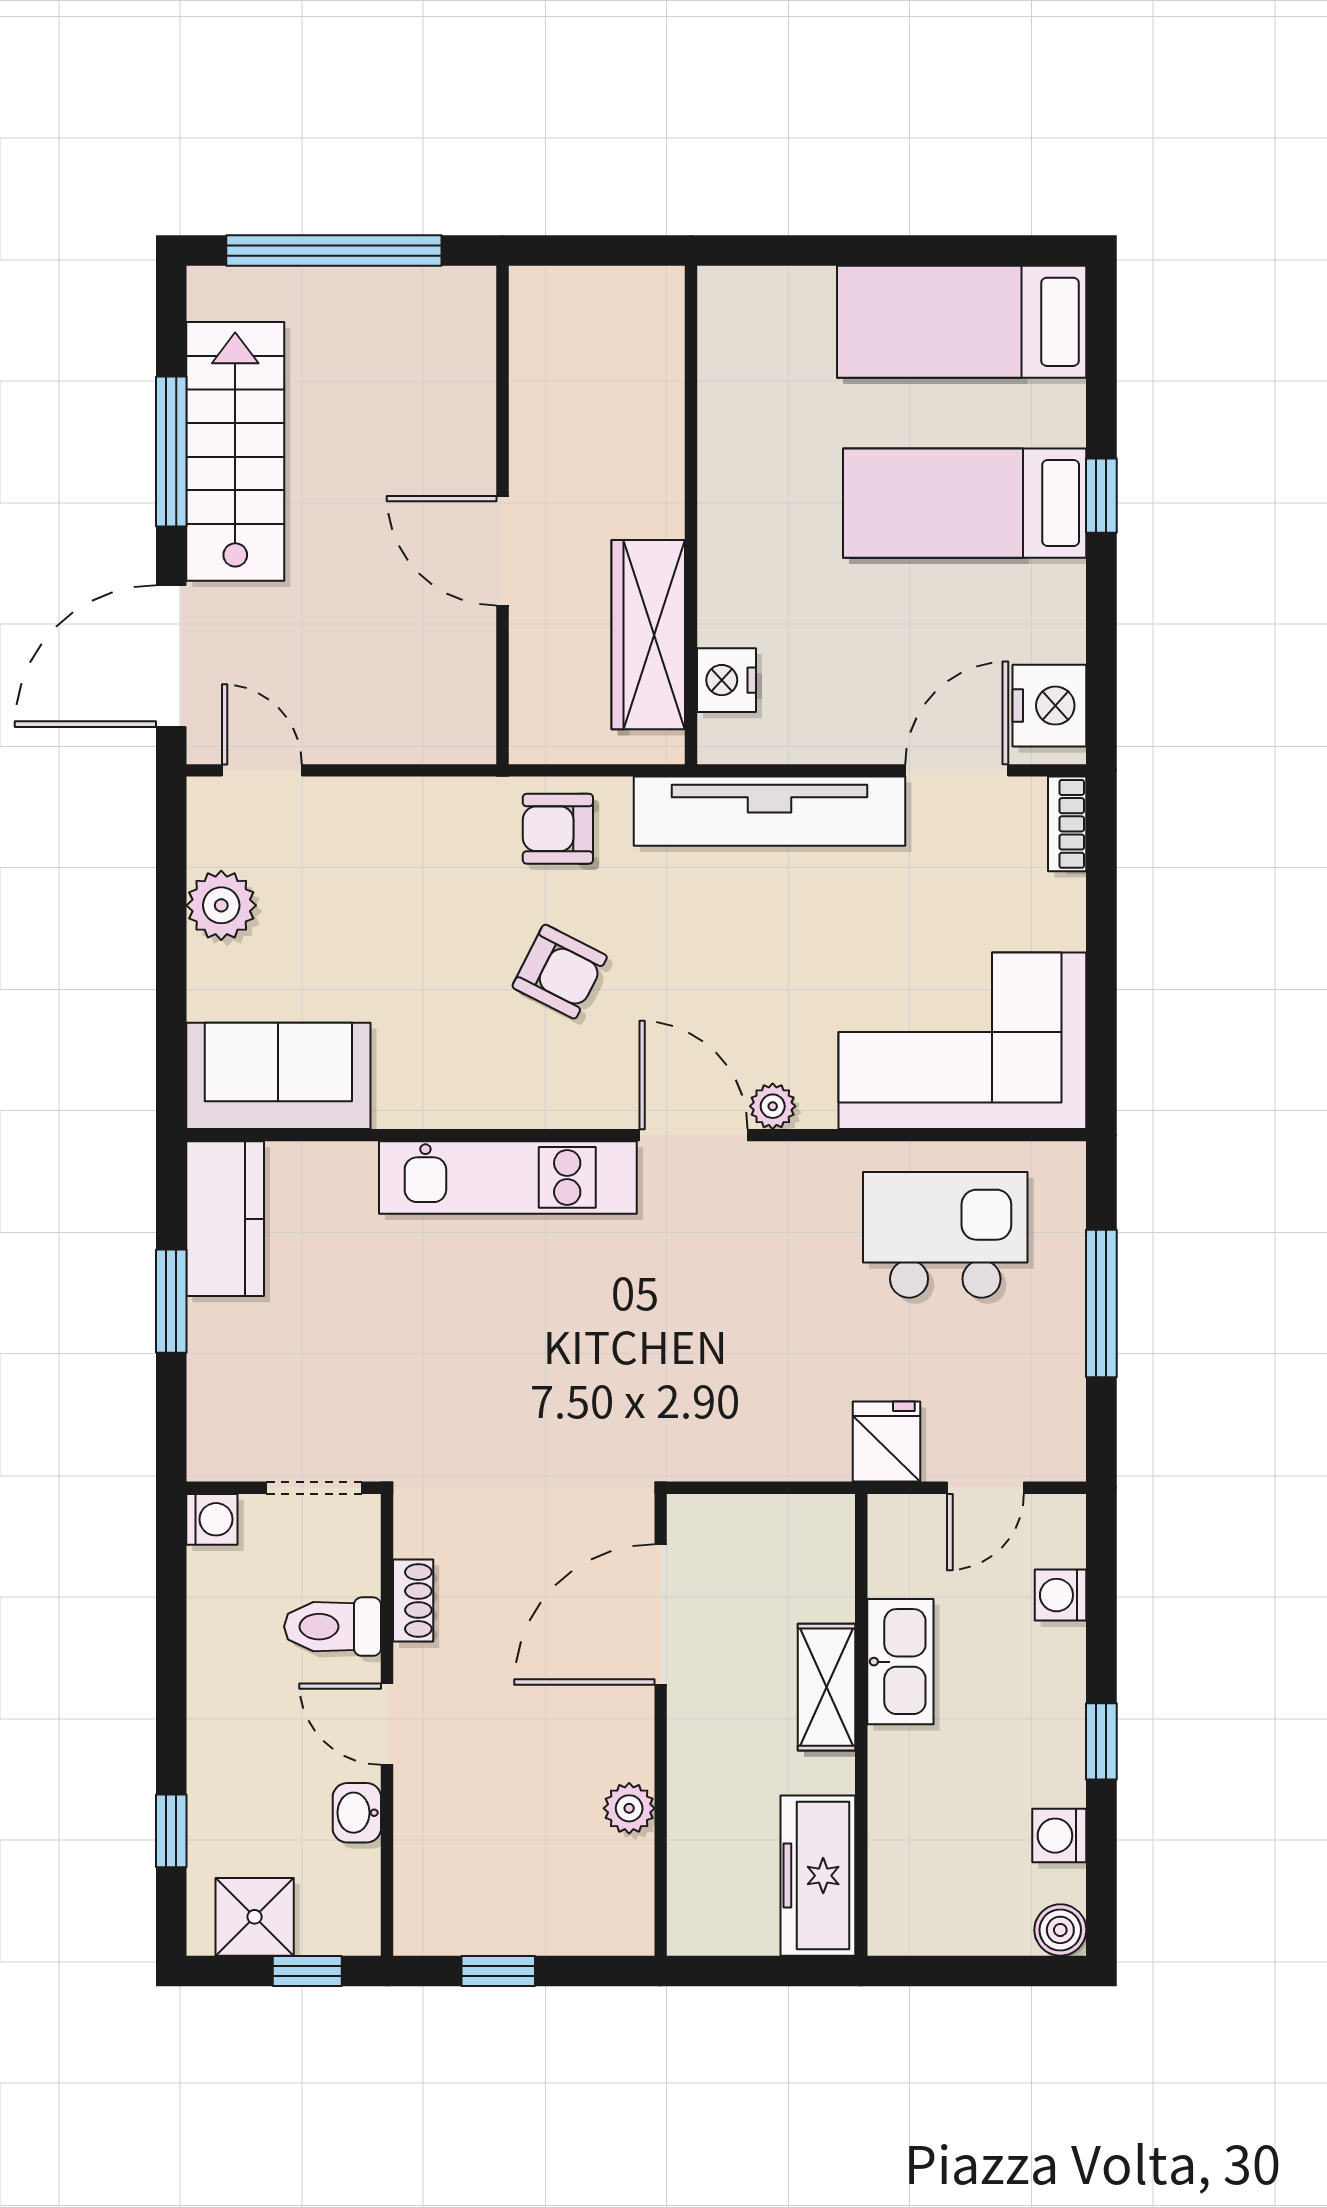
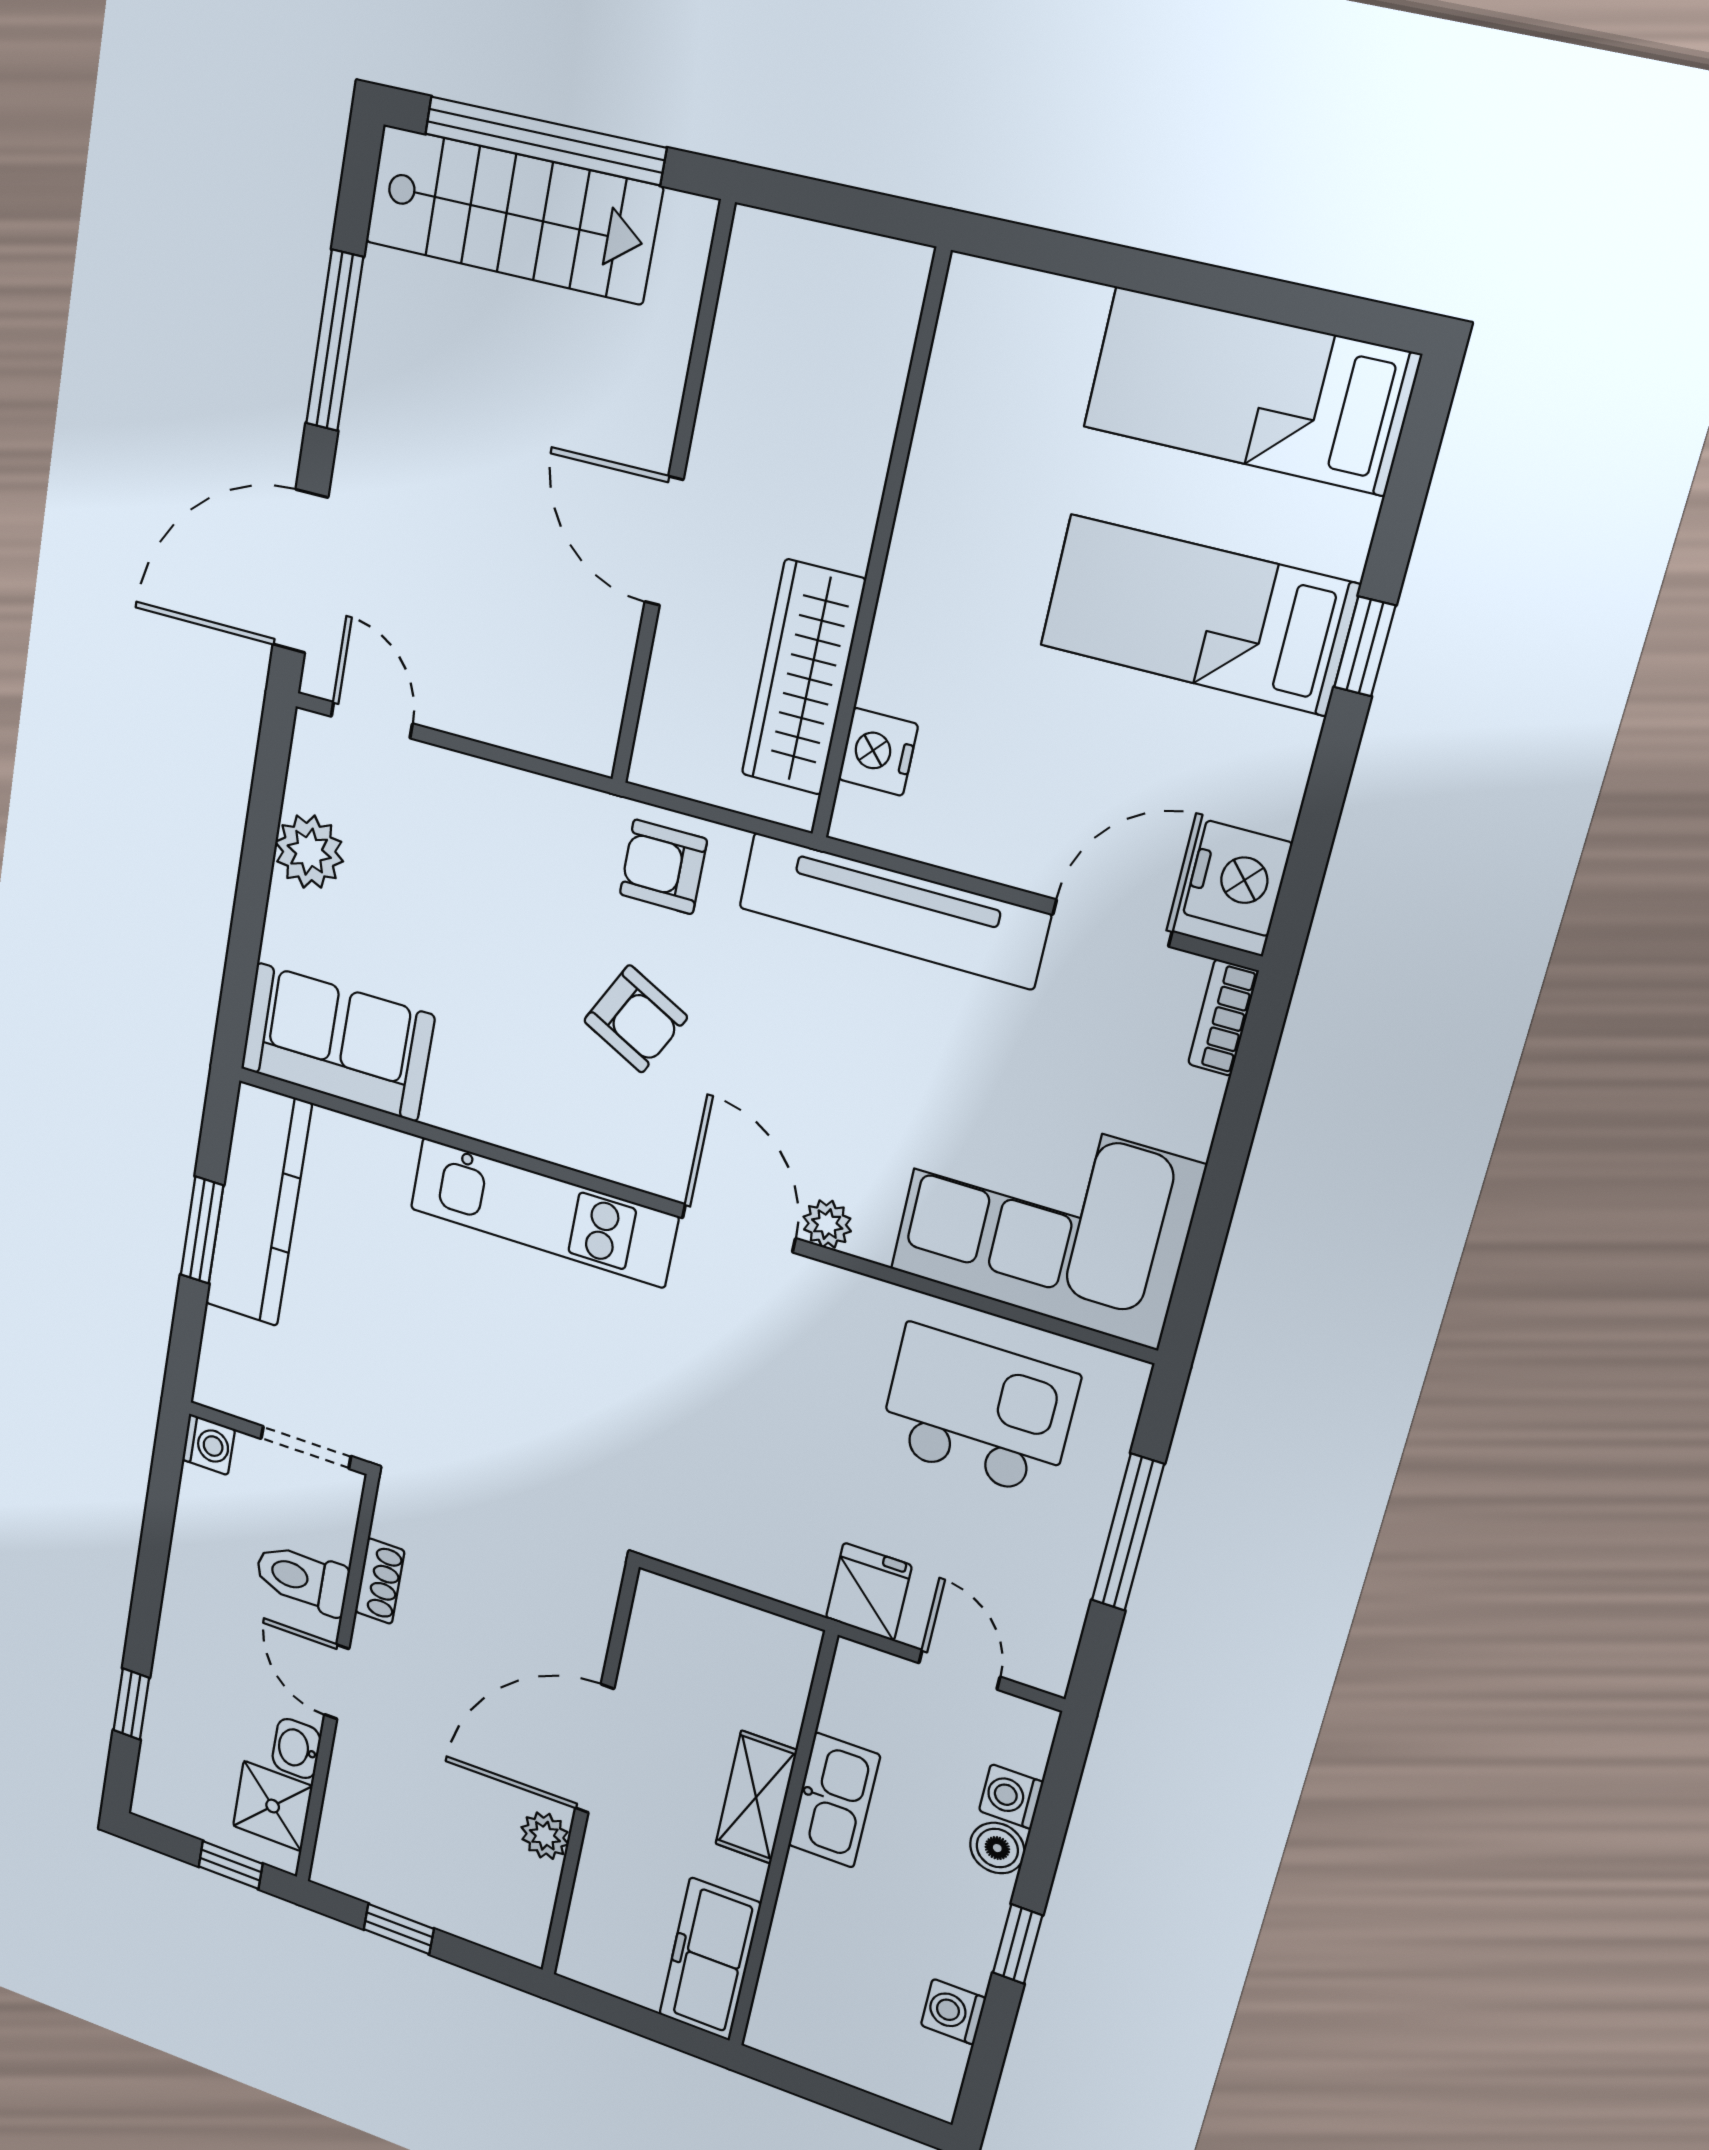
stairs: (235, 451) -> (512, 214), moved, turned 90
kitchen counter: (225, 1219) -> (258, 1204), width x1.50
door: (985, 1488) -> (959, 1670), swing flipped
door: (661, 1615) -> (595, 1749), moved
shower: (255, 1917) -> (273, 1806), moved
boiler: (1060, 1930) -> (997, 1848), moved

